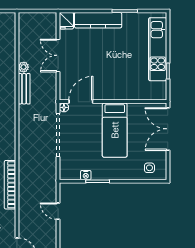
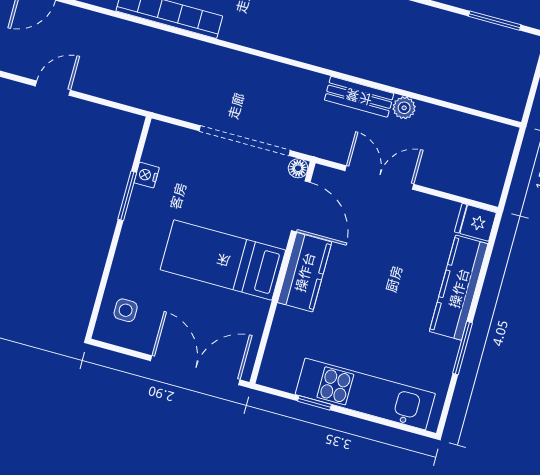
double door: (58, 55) -> (379, 177), moved
kitchen counter: (110, 92) -> (305, 272), added
door: (58, 211) -> (53, 88), moved

